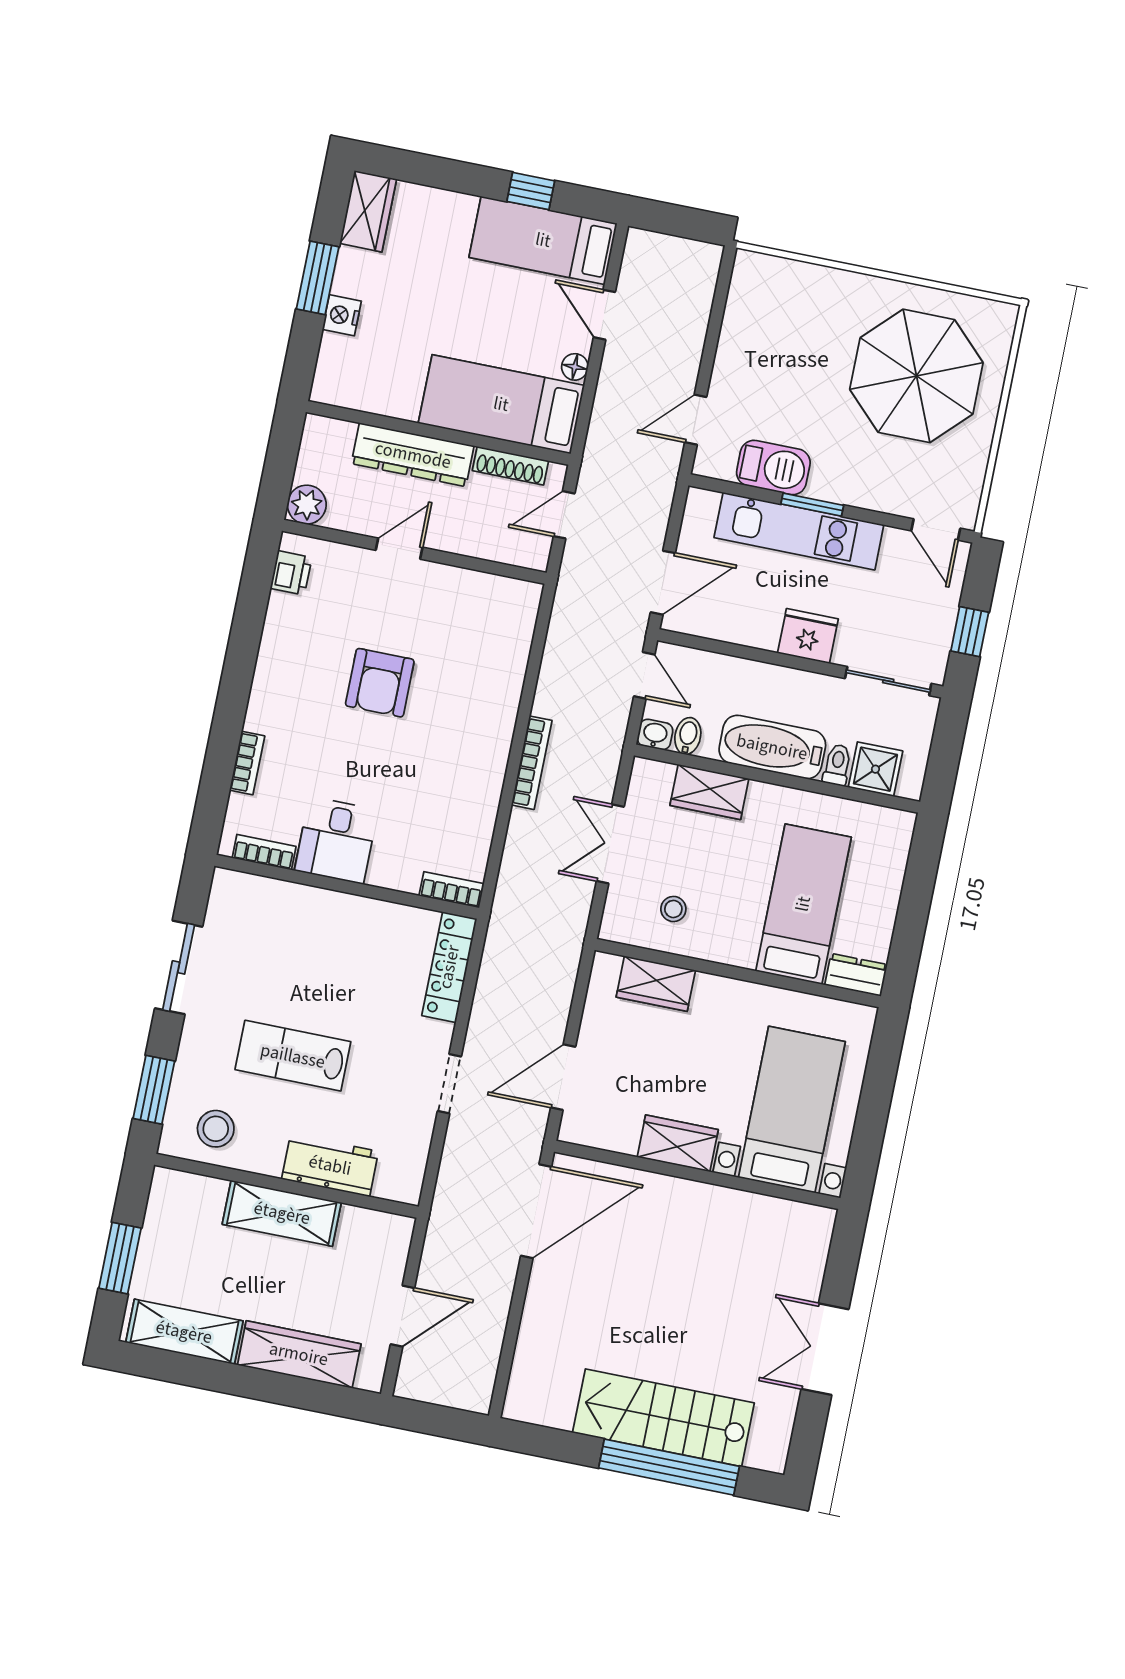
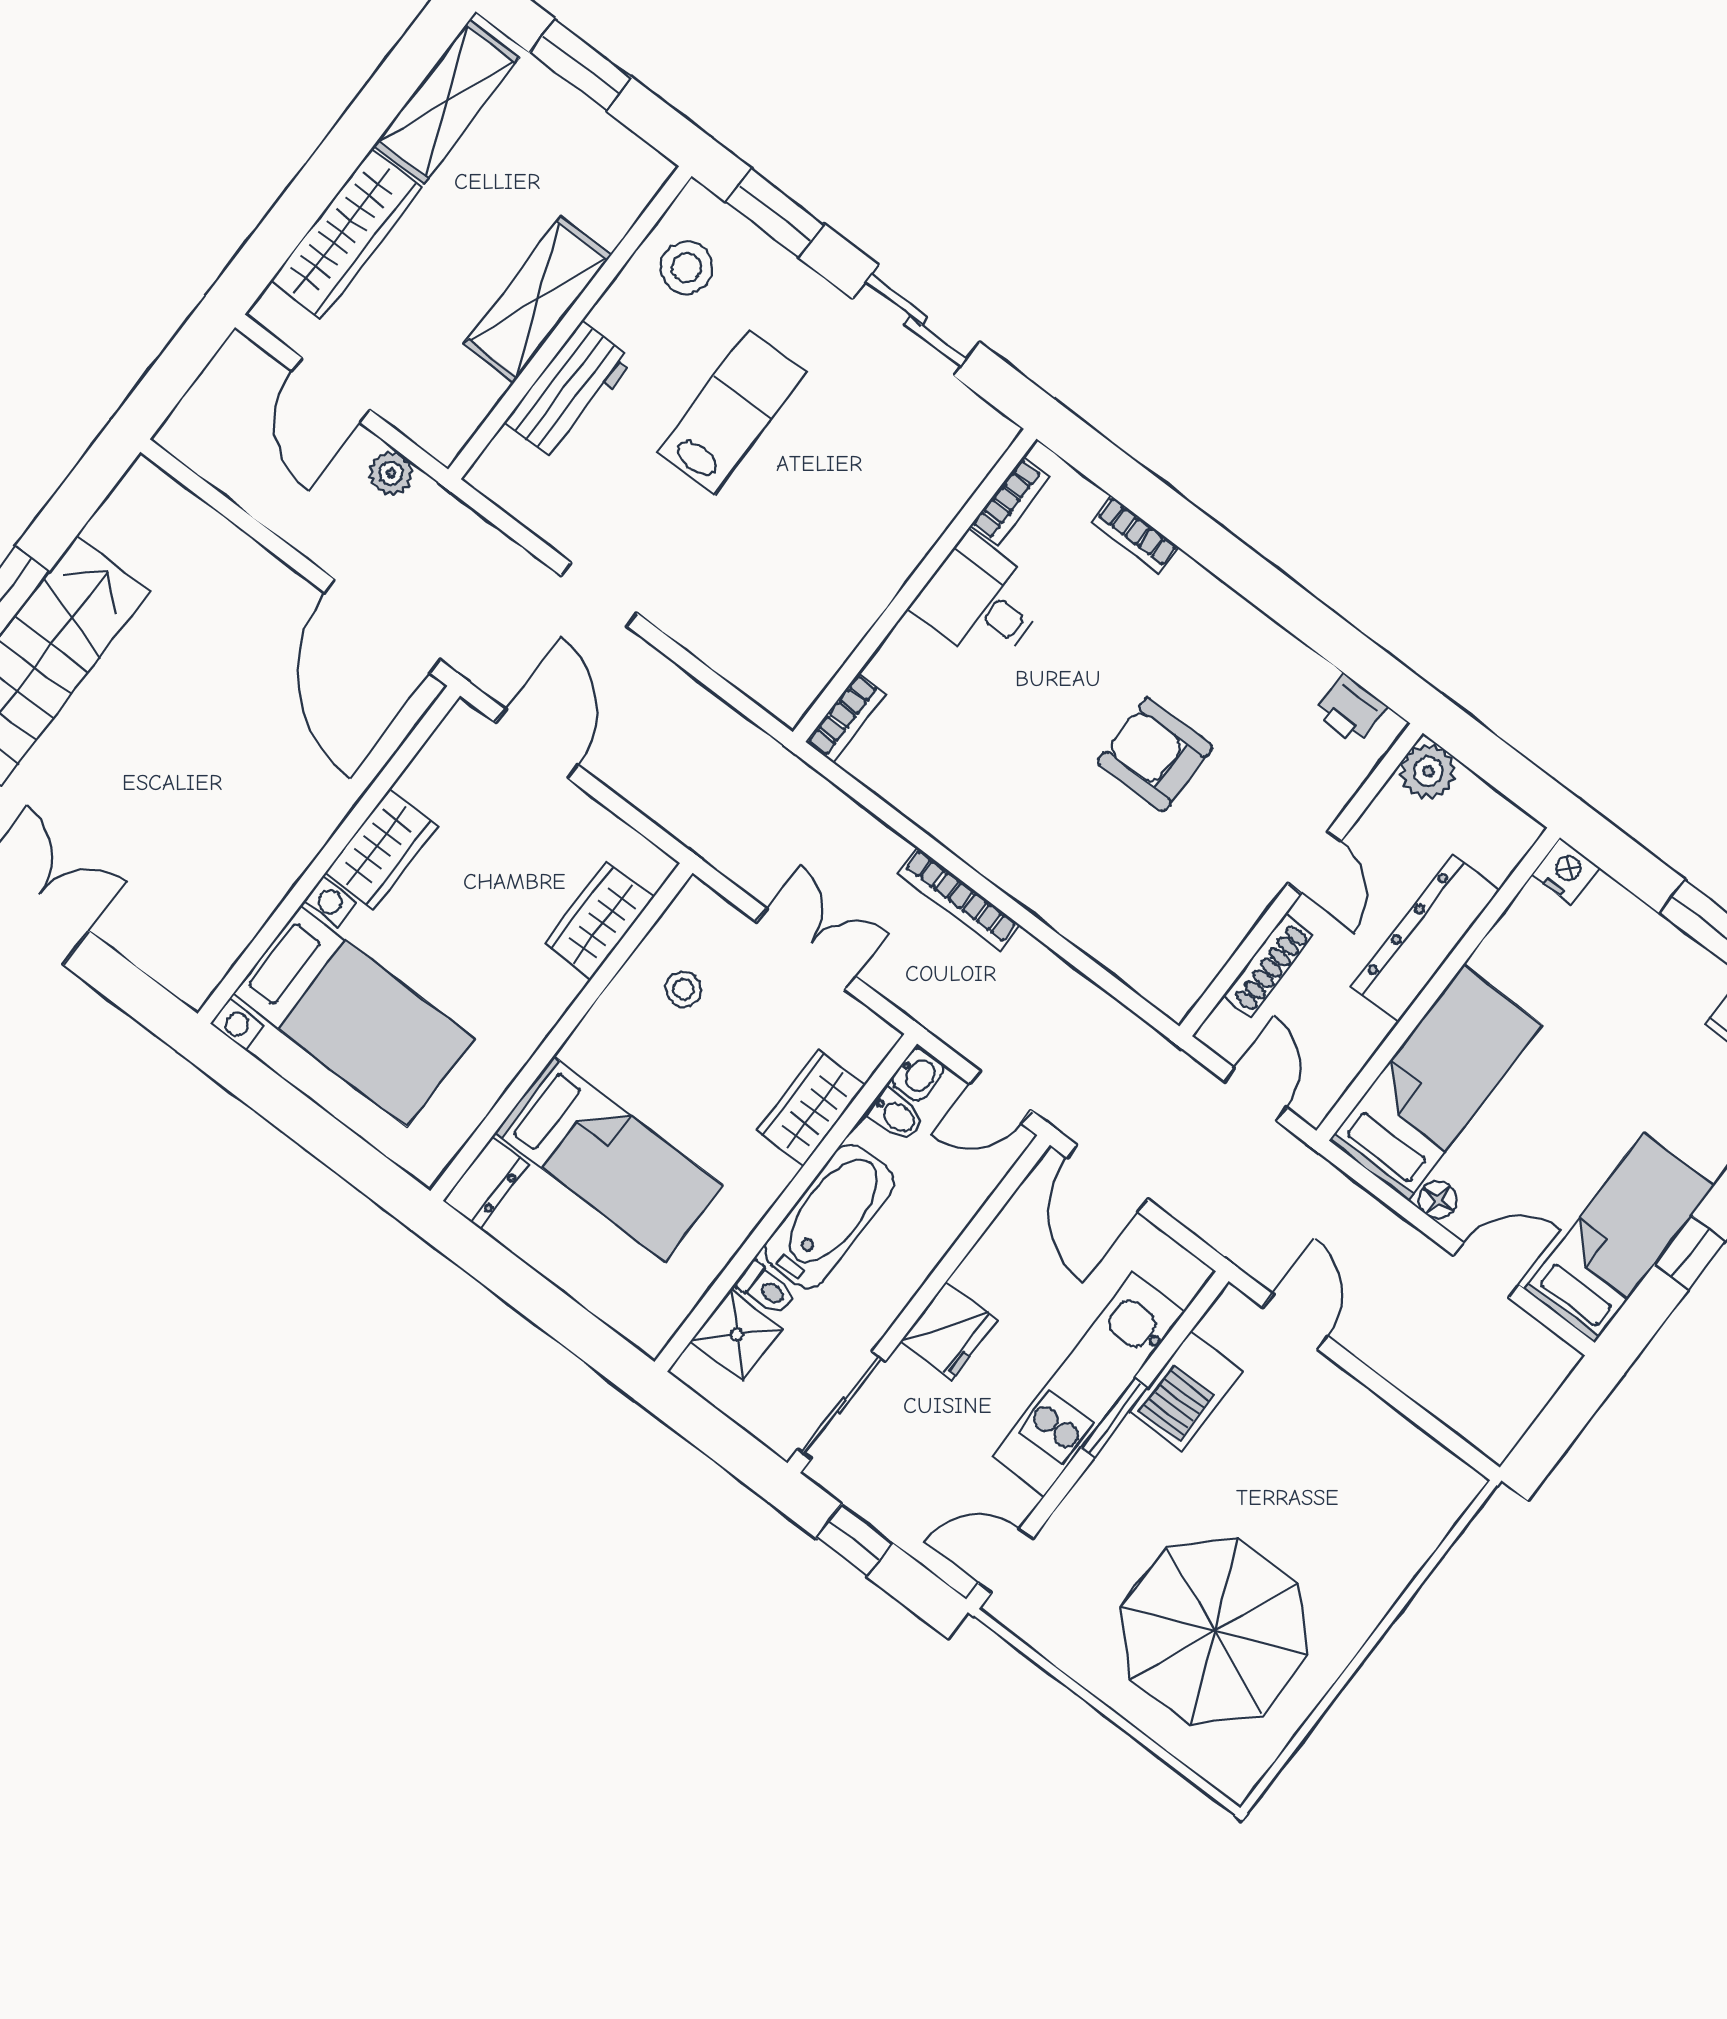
nightstand: (342, 315) -> (1566, 871), moved
shoe rack: (510, 466) -> (1268, 965), moved, turned 180
locker: (449, 967) -> (748, 667), removed
plant: (437, 1253) -> (391, 473), added

